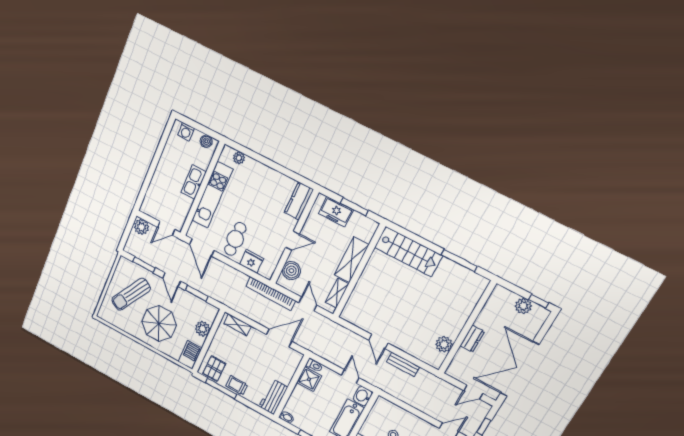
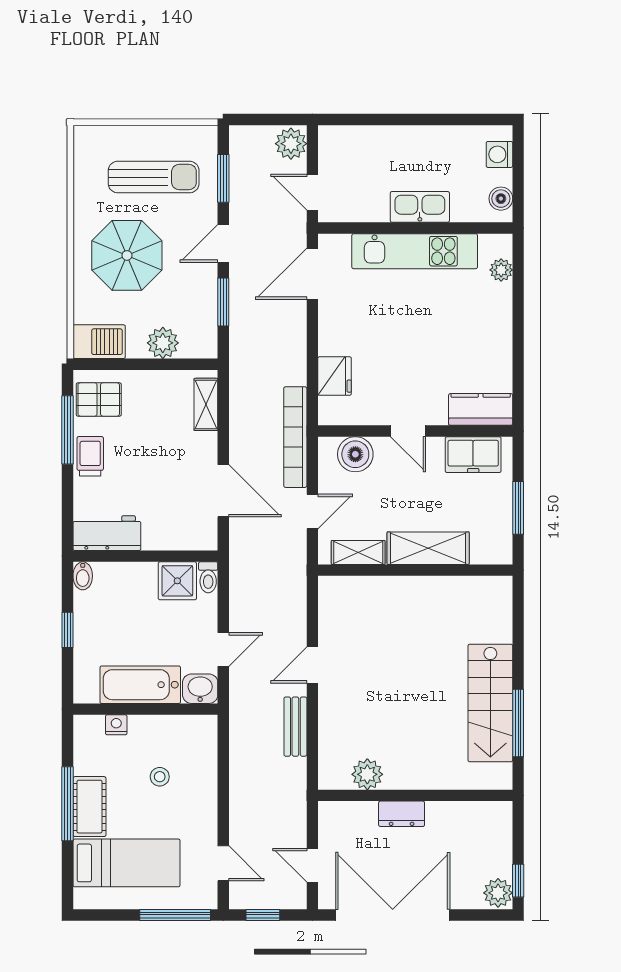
freezer: (336, 212) -> (473, 455), moved, turned -90
cafe table: (235, 239) -> (359, 328), removed
stairs: (408, 252) -> (490, 703), moved
sun lounger: (131, 294) -> (154, 177), turned 149
plant: (523, 306) -> (498, 893), moved

